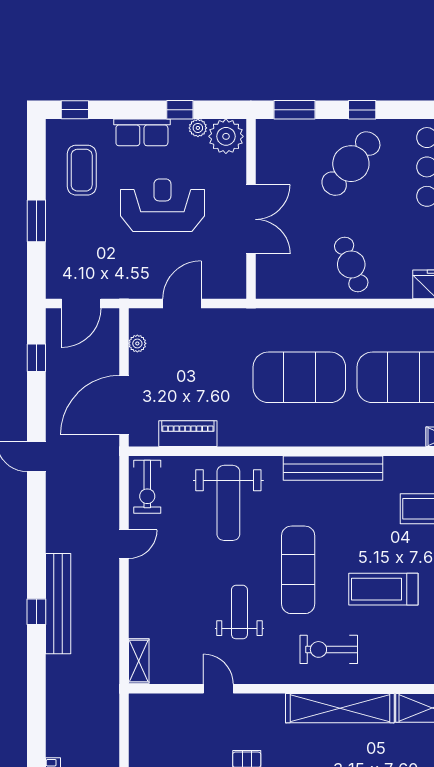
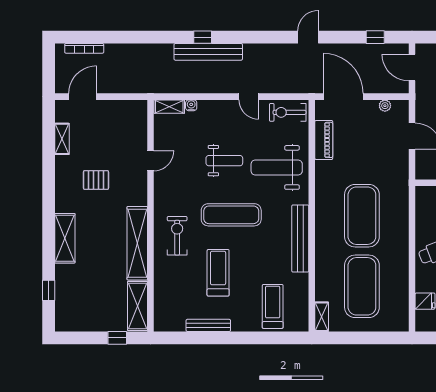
weight bench: (239, 612) -> (224, 161), moved
water cooler: (137, 629) -> (191, 105), added

